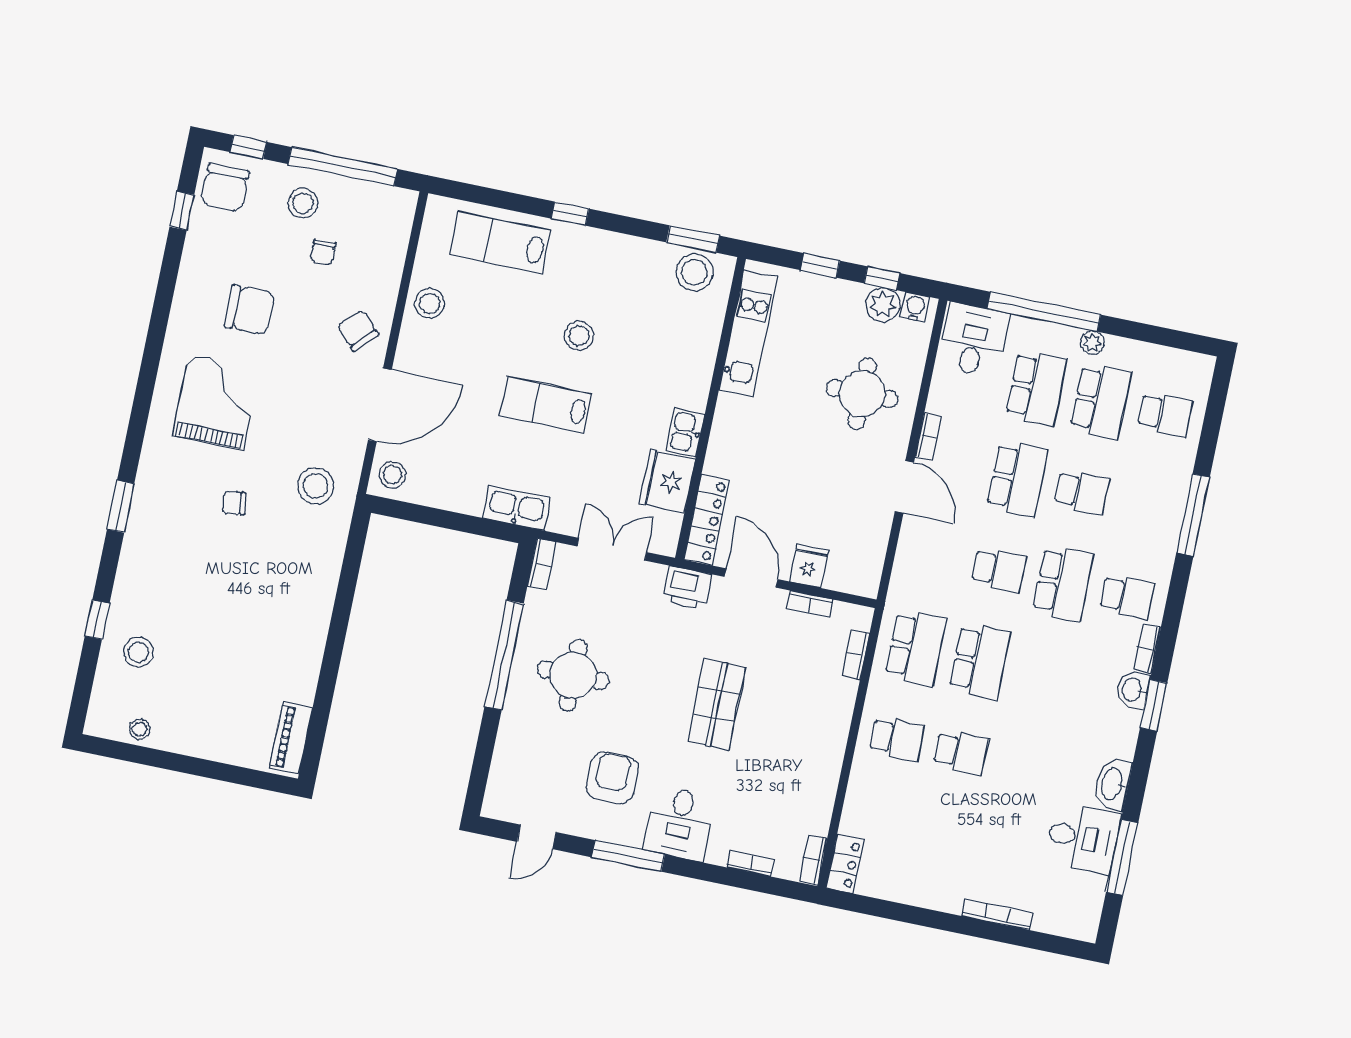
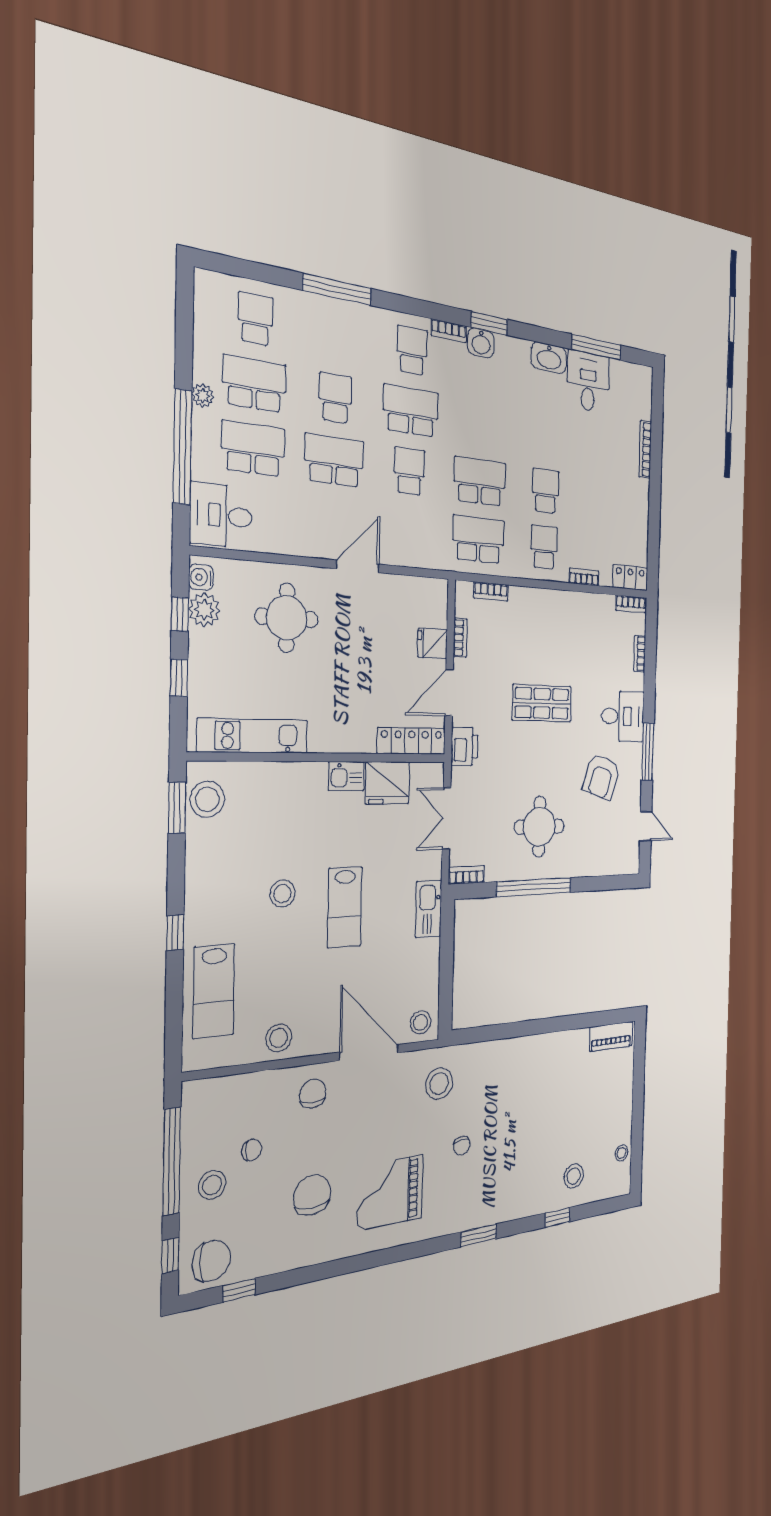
chair: (358, 331) -> (313, 1094), turned 135
bookcase: (928, 436) -> (584, 577), moved
armchair: (612, 778) -> (602, 777), turned -72

